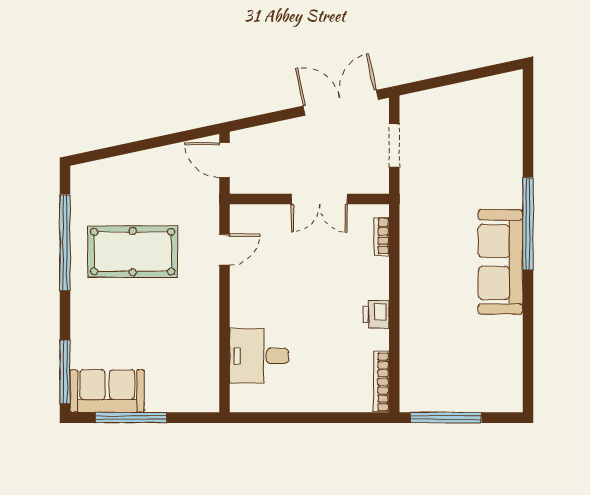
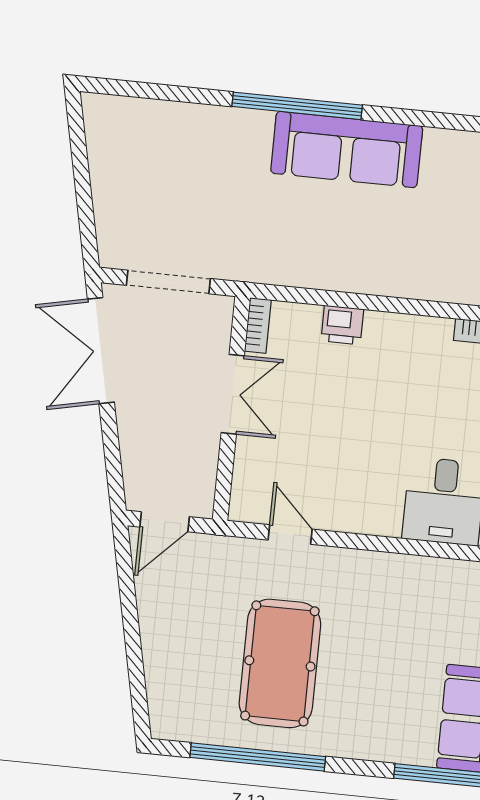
doorway: (394, 145) -> (168, 282), width x1.38
bookcase: (381, 236) -> (258, 325), moved, turned -90
printer: (376, 314) -> (342, 325), moved

